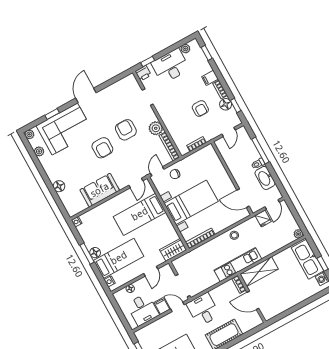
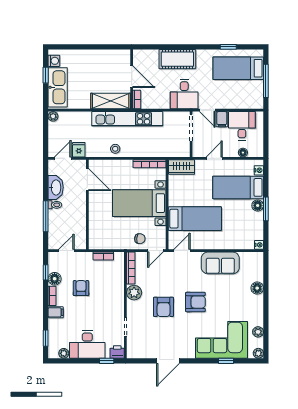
door: (86, 95) -> (168, 361), moved
armchair: (102, 148) -> (195, 302), turned 90
kitchen unit: (238, 265) -> (127, 119), width x1.36

